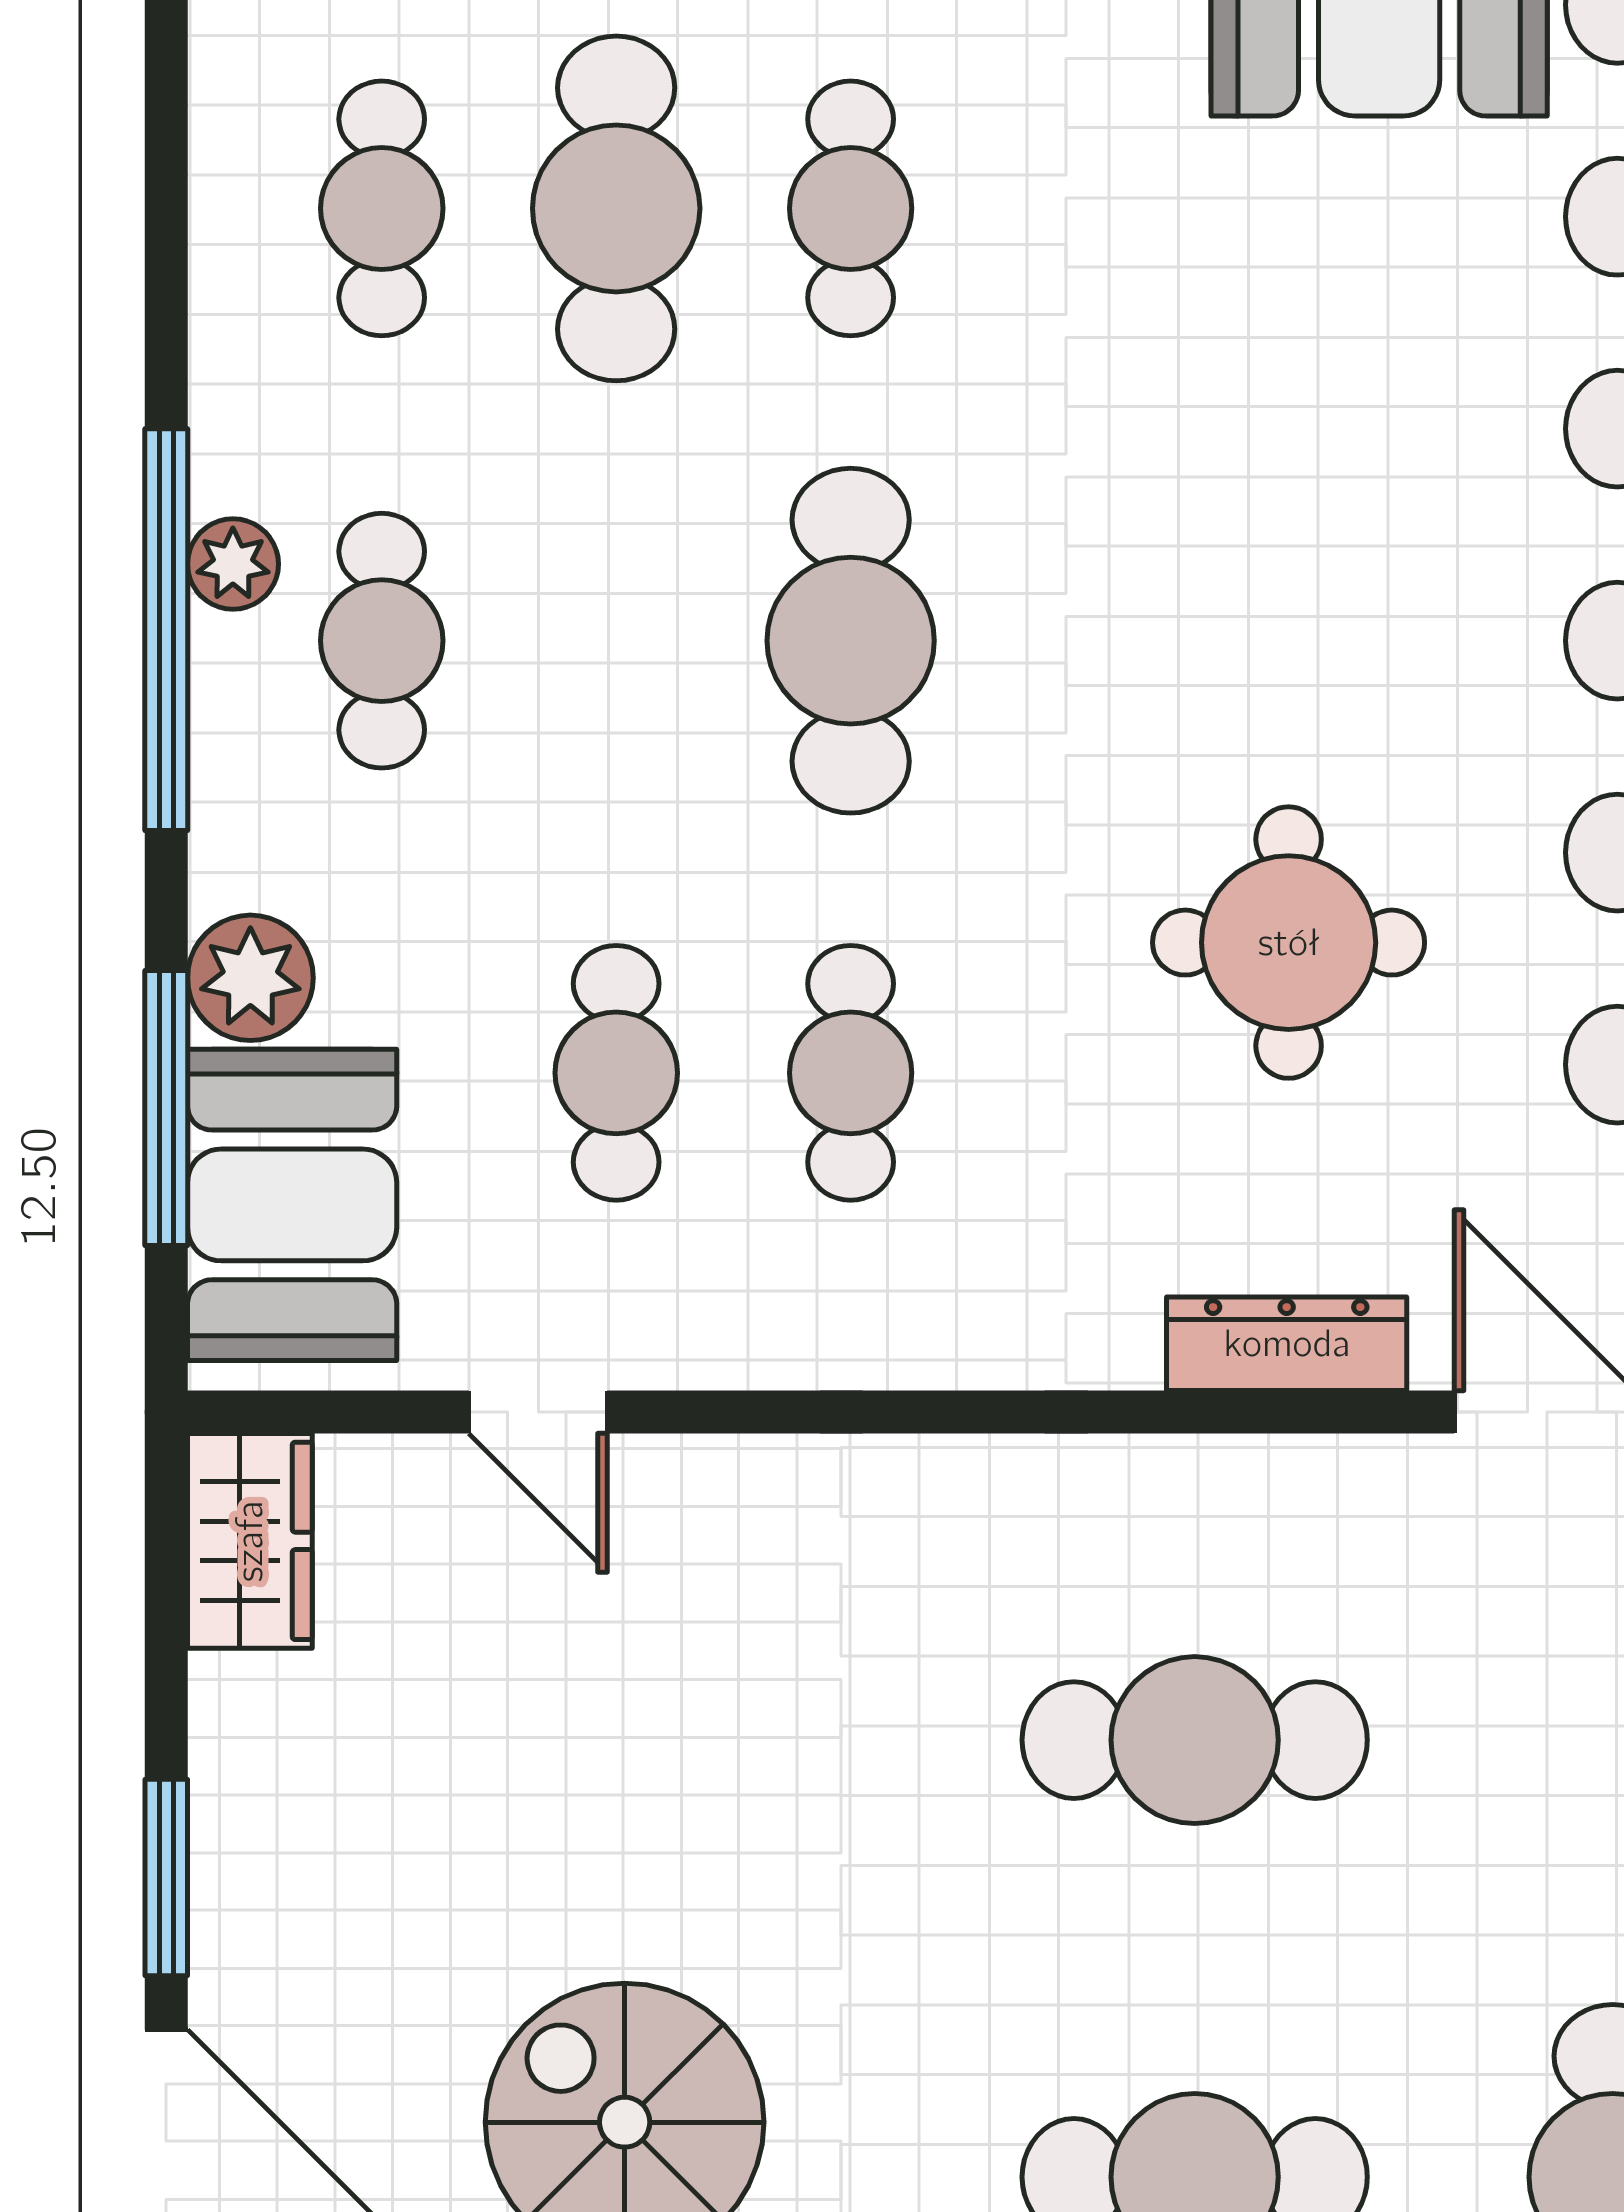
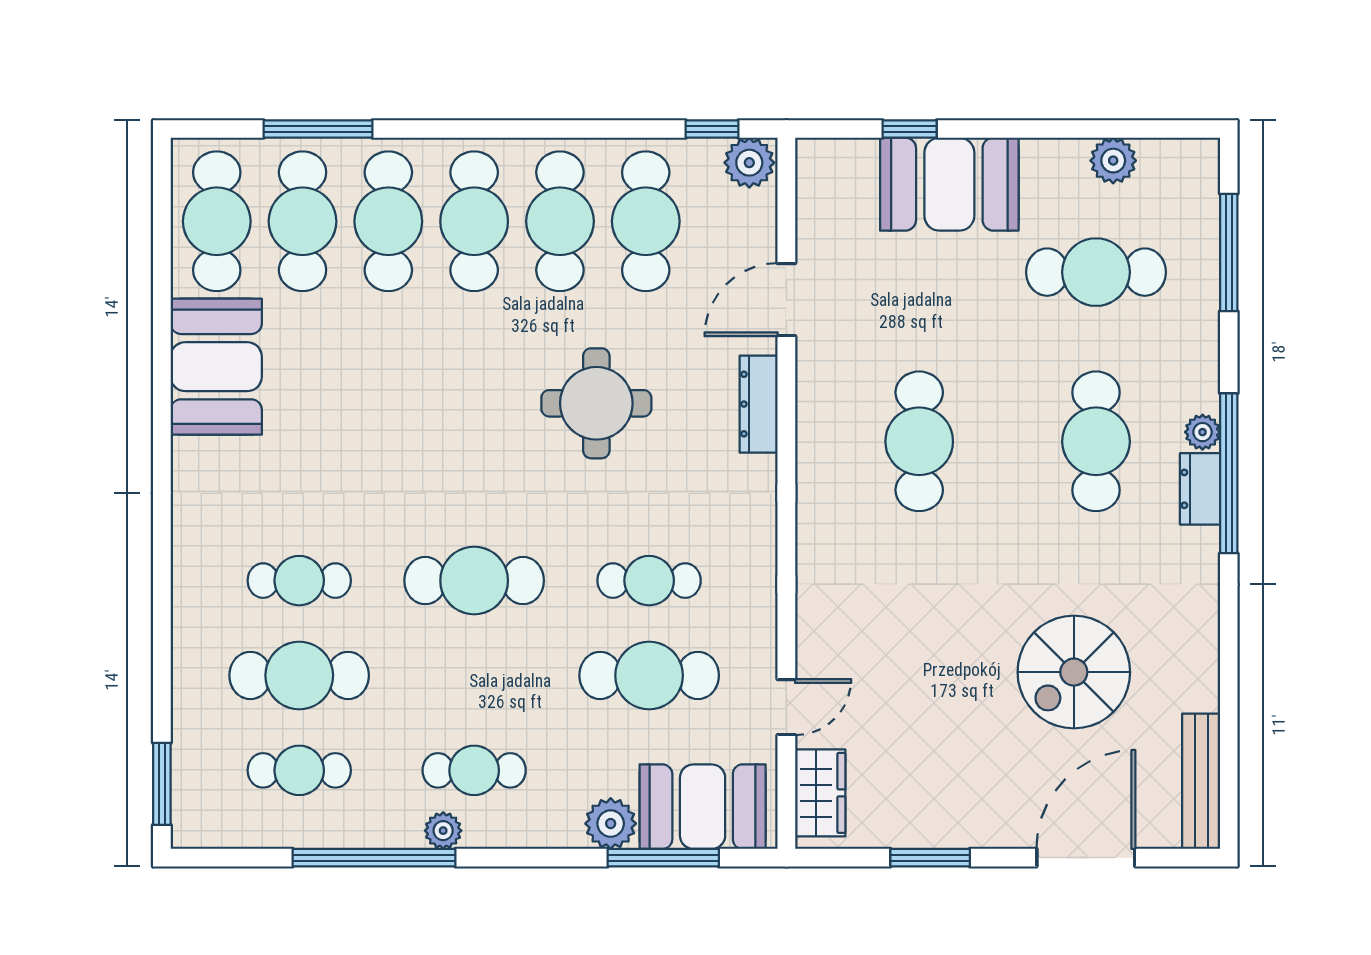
window: (166, 630) -> (374, 858), moved
cafe table: (616, 1073) -> (649, 675), width x1.37, depth x1.35
wardrobe: (250, 1541) -> (820, 793), moved, turned 90
window: (166, 1878) -> (930, 858), moved

